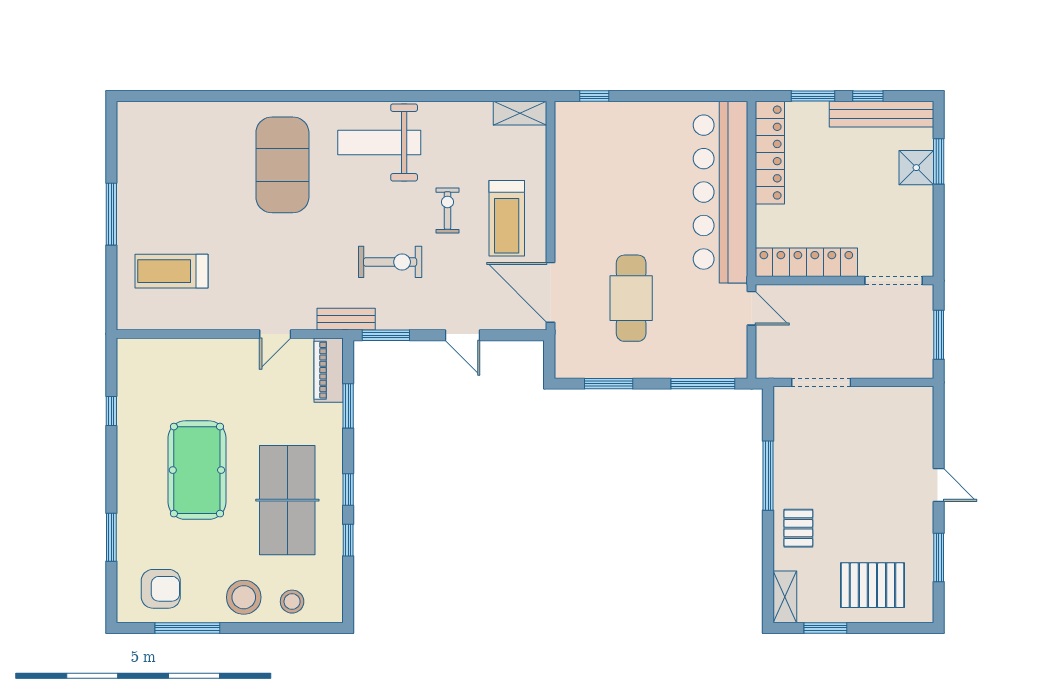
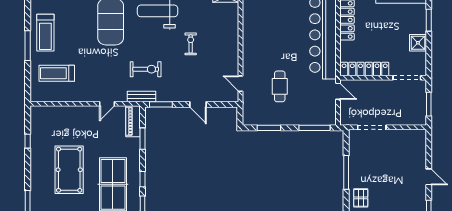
shower: (916, 168) -> (418, 43), moved
treadmill: (507, 218) -> (45, 33), moved
exercise bike: (390, 262) -> (146, 69), moved
door: (550, 292) -> (241, 84), width x0.53
cafe table: (631, 298) -> (280, 86), width x0.73, depth x0.74

